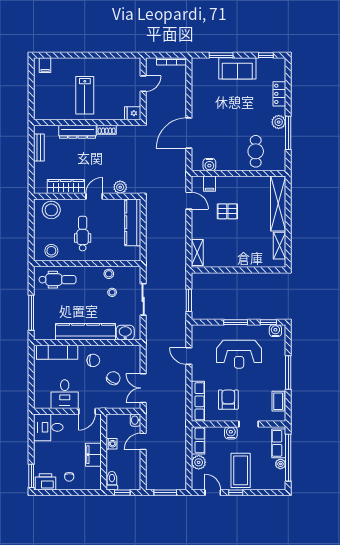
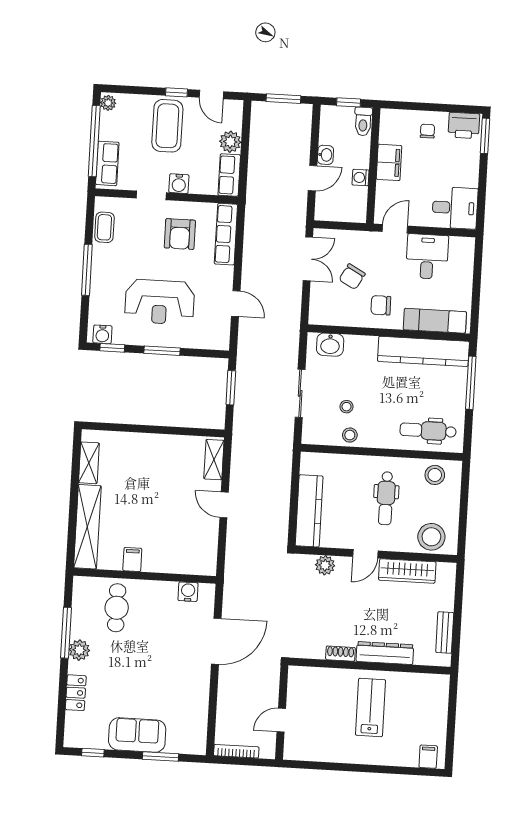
fridge: (133, 113) -> (300, 676), removed
filing cabinet: (210, 184) -> (132, 559), moved
door: (189, 201) -> (224, 505), moved
pallet: (227, 211) -> (165, 519), removed
kitchen counter: (86, 332) -> (423, 351), moved
reception desk: (239, 354) -> (160, 302), turned 180
washbasin: (135, 420) -> (325, 155), moved
plant: (280, 464) -> (108, 103), moved

